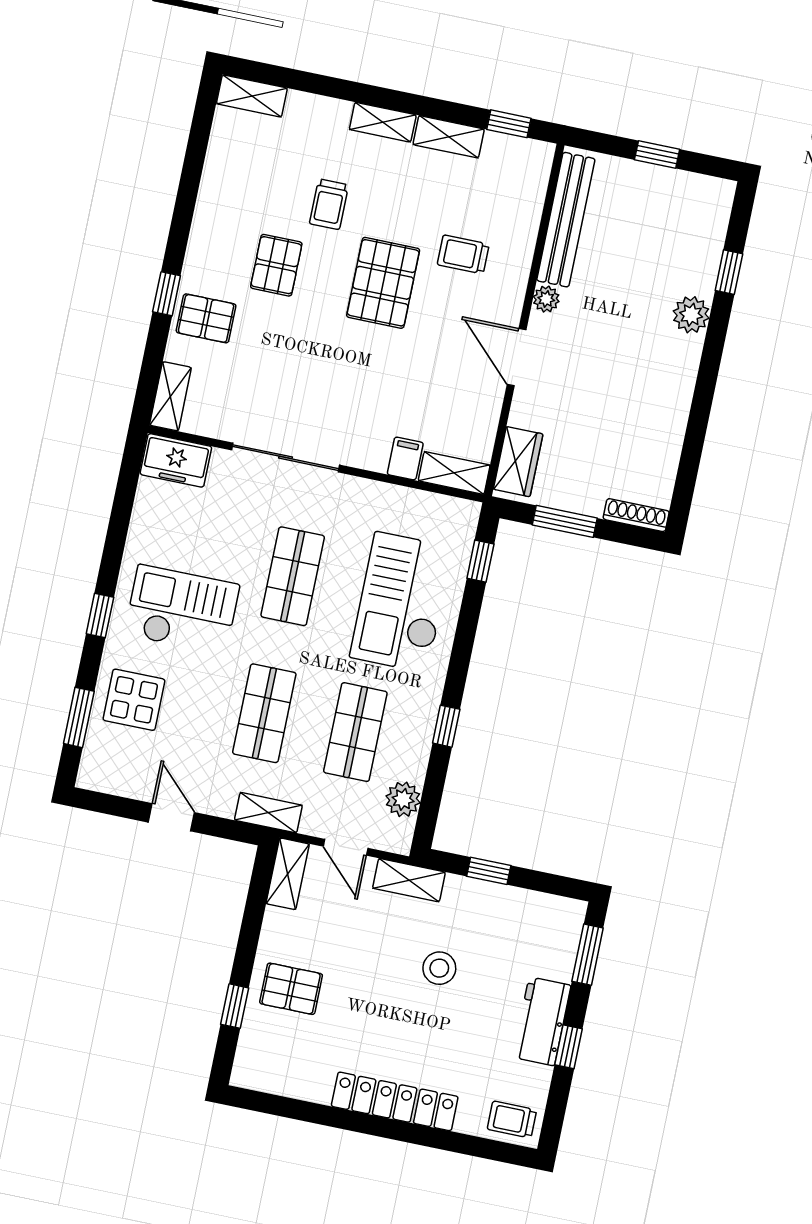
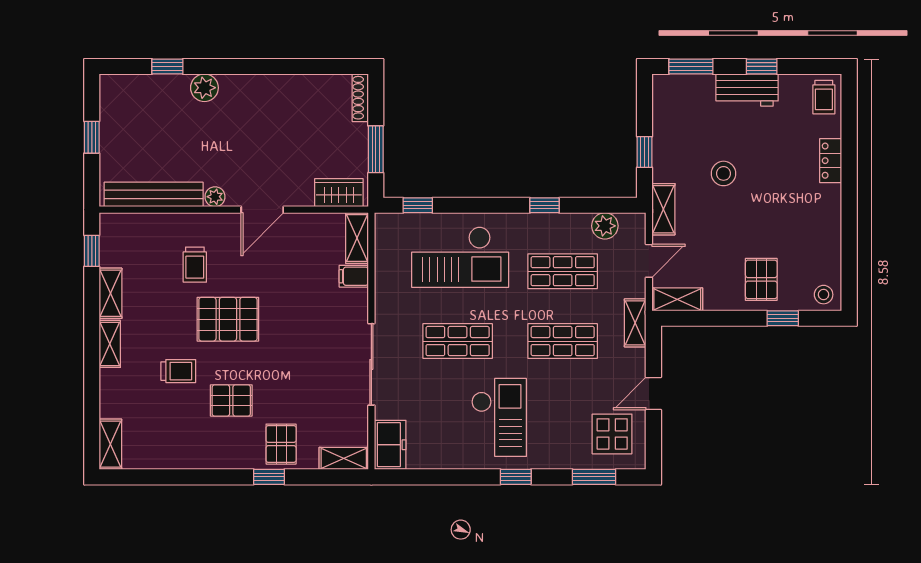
checkout: (182, 610) -> (499, 417), turned 180
display table: (134, 700) -> (612, 434), moved
stool: (254, 1066) -> (824, 295), added
locker: (395, 1101) -> (831, 161), width x0.46, depth x0.83

